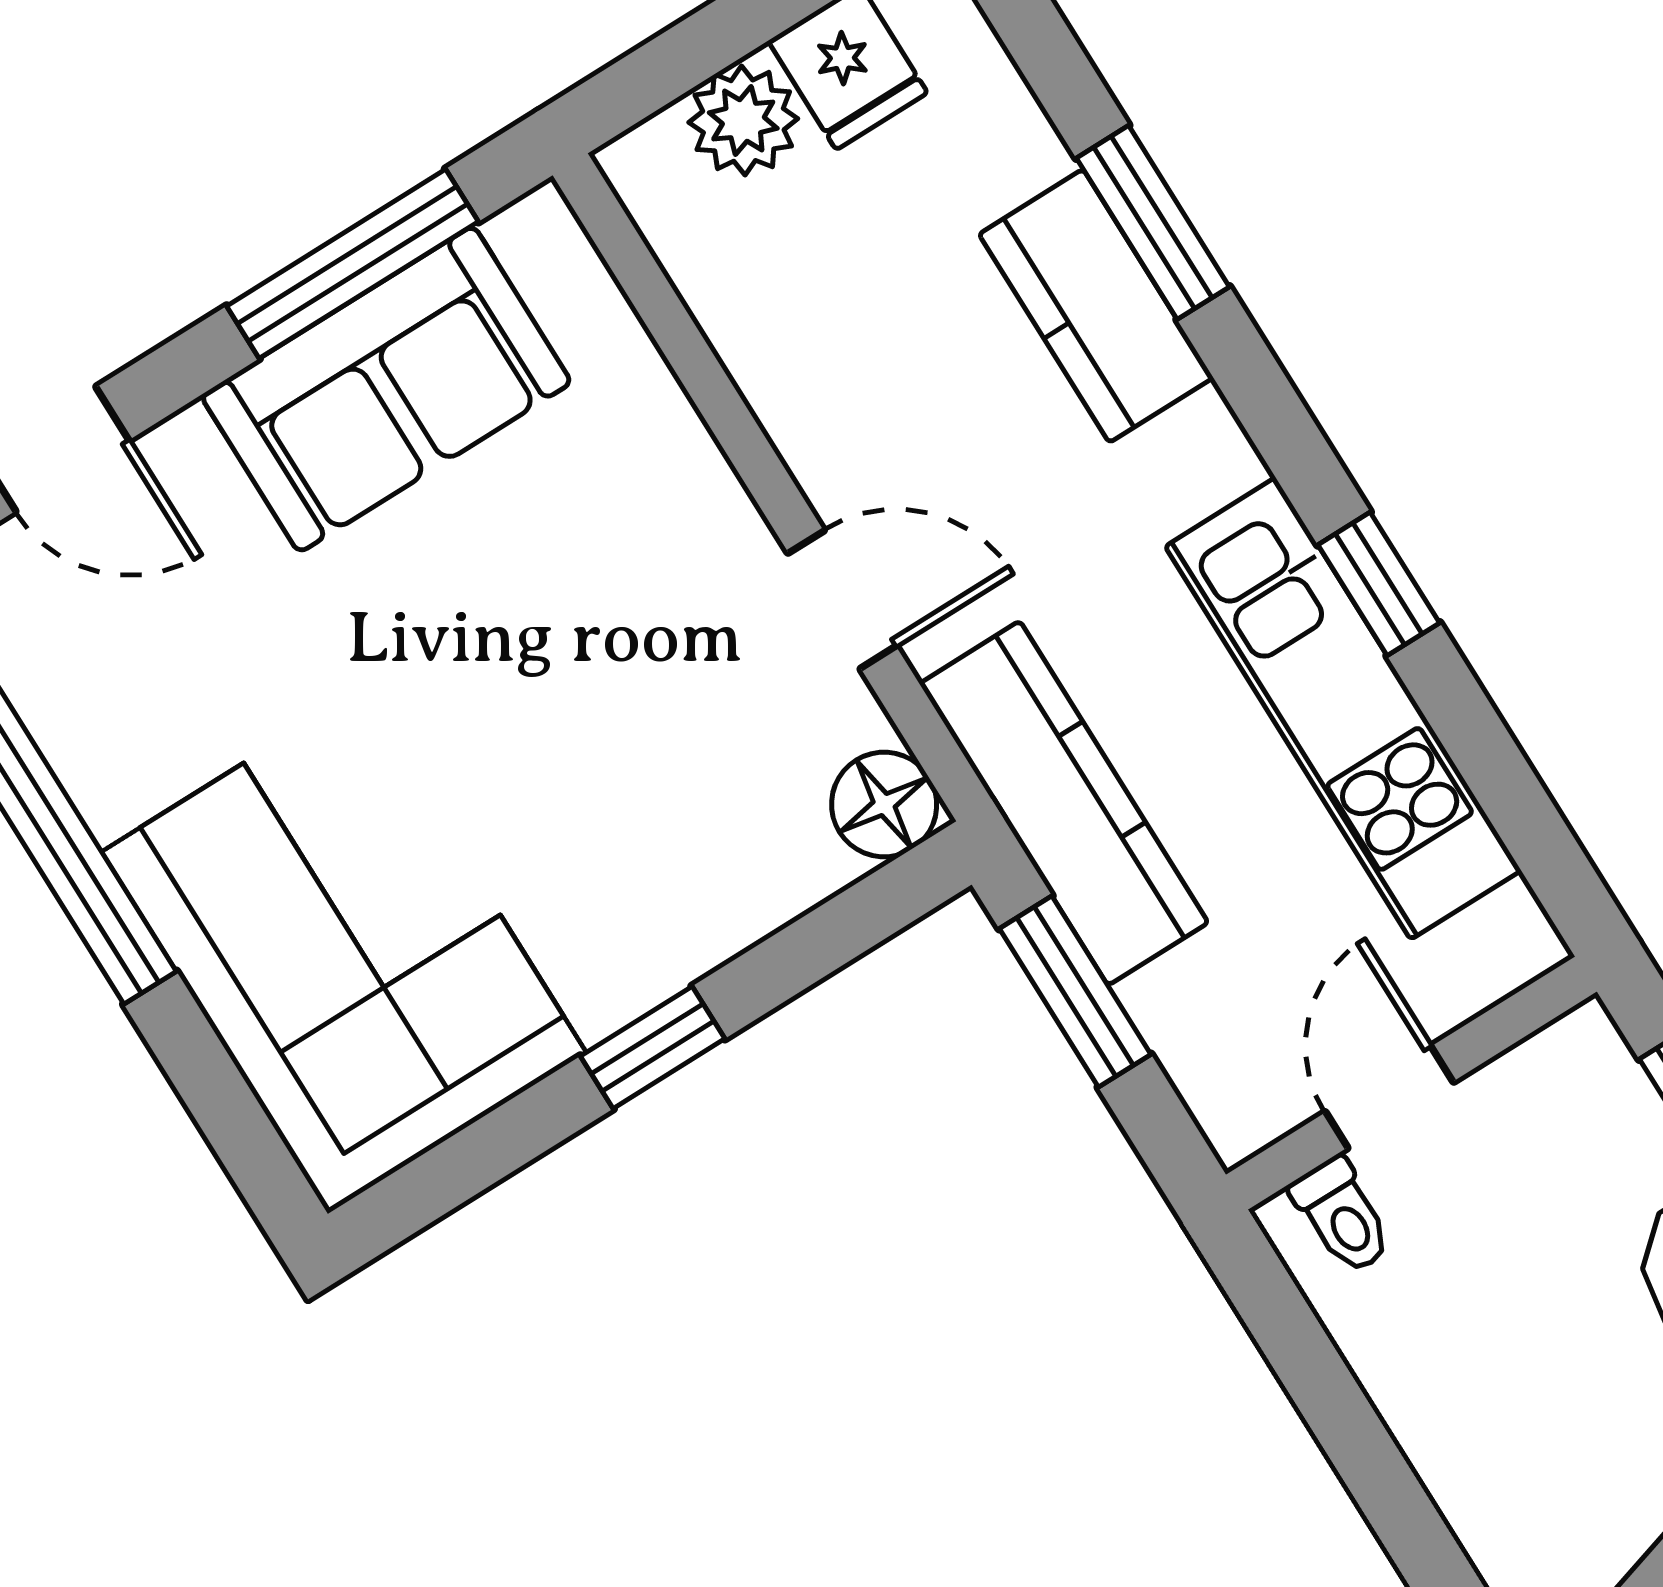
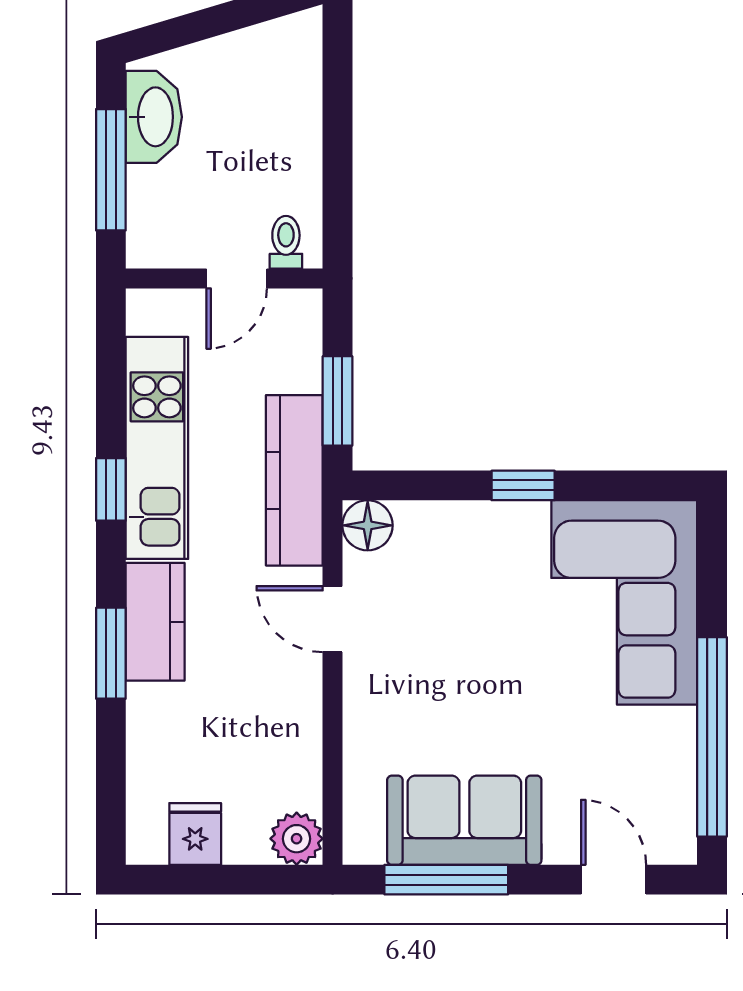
plant: (743, 121) -> (297, 839), moved
window: (1153, 222) -> (111, 653), moved
kitchen counter: (1096, 306) -> (155, 622), moved

